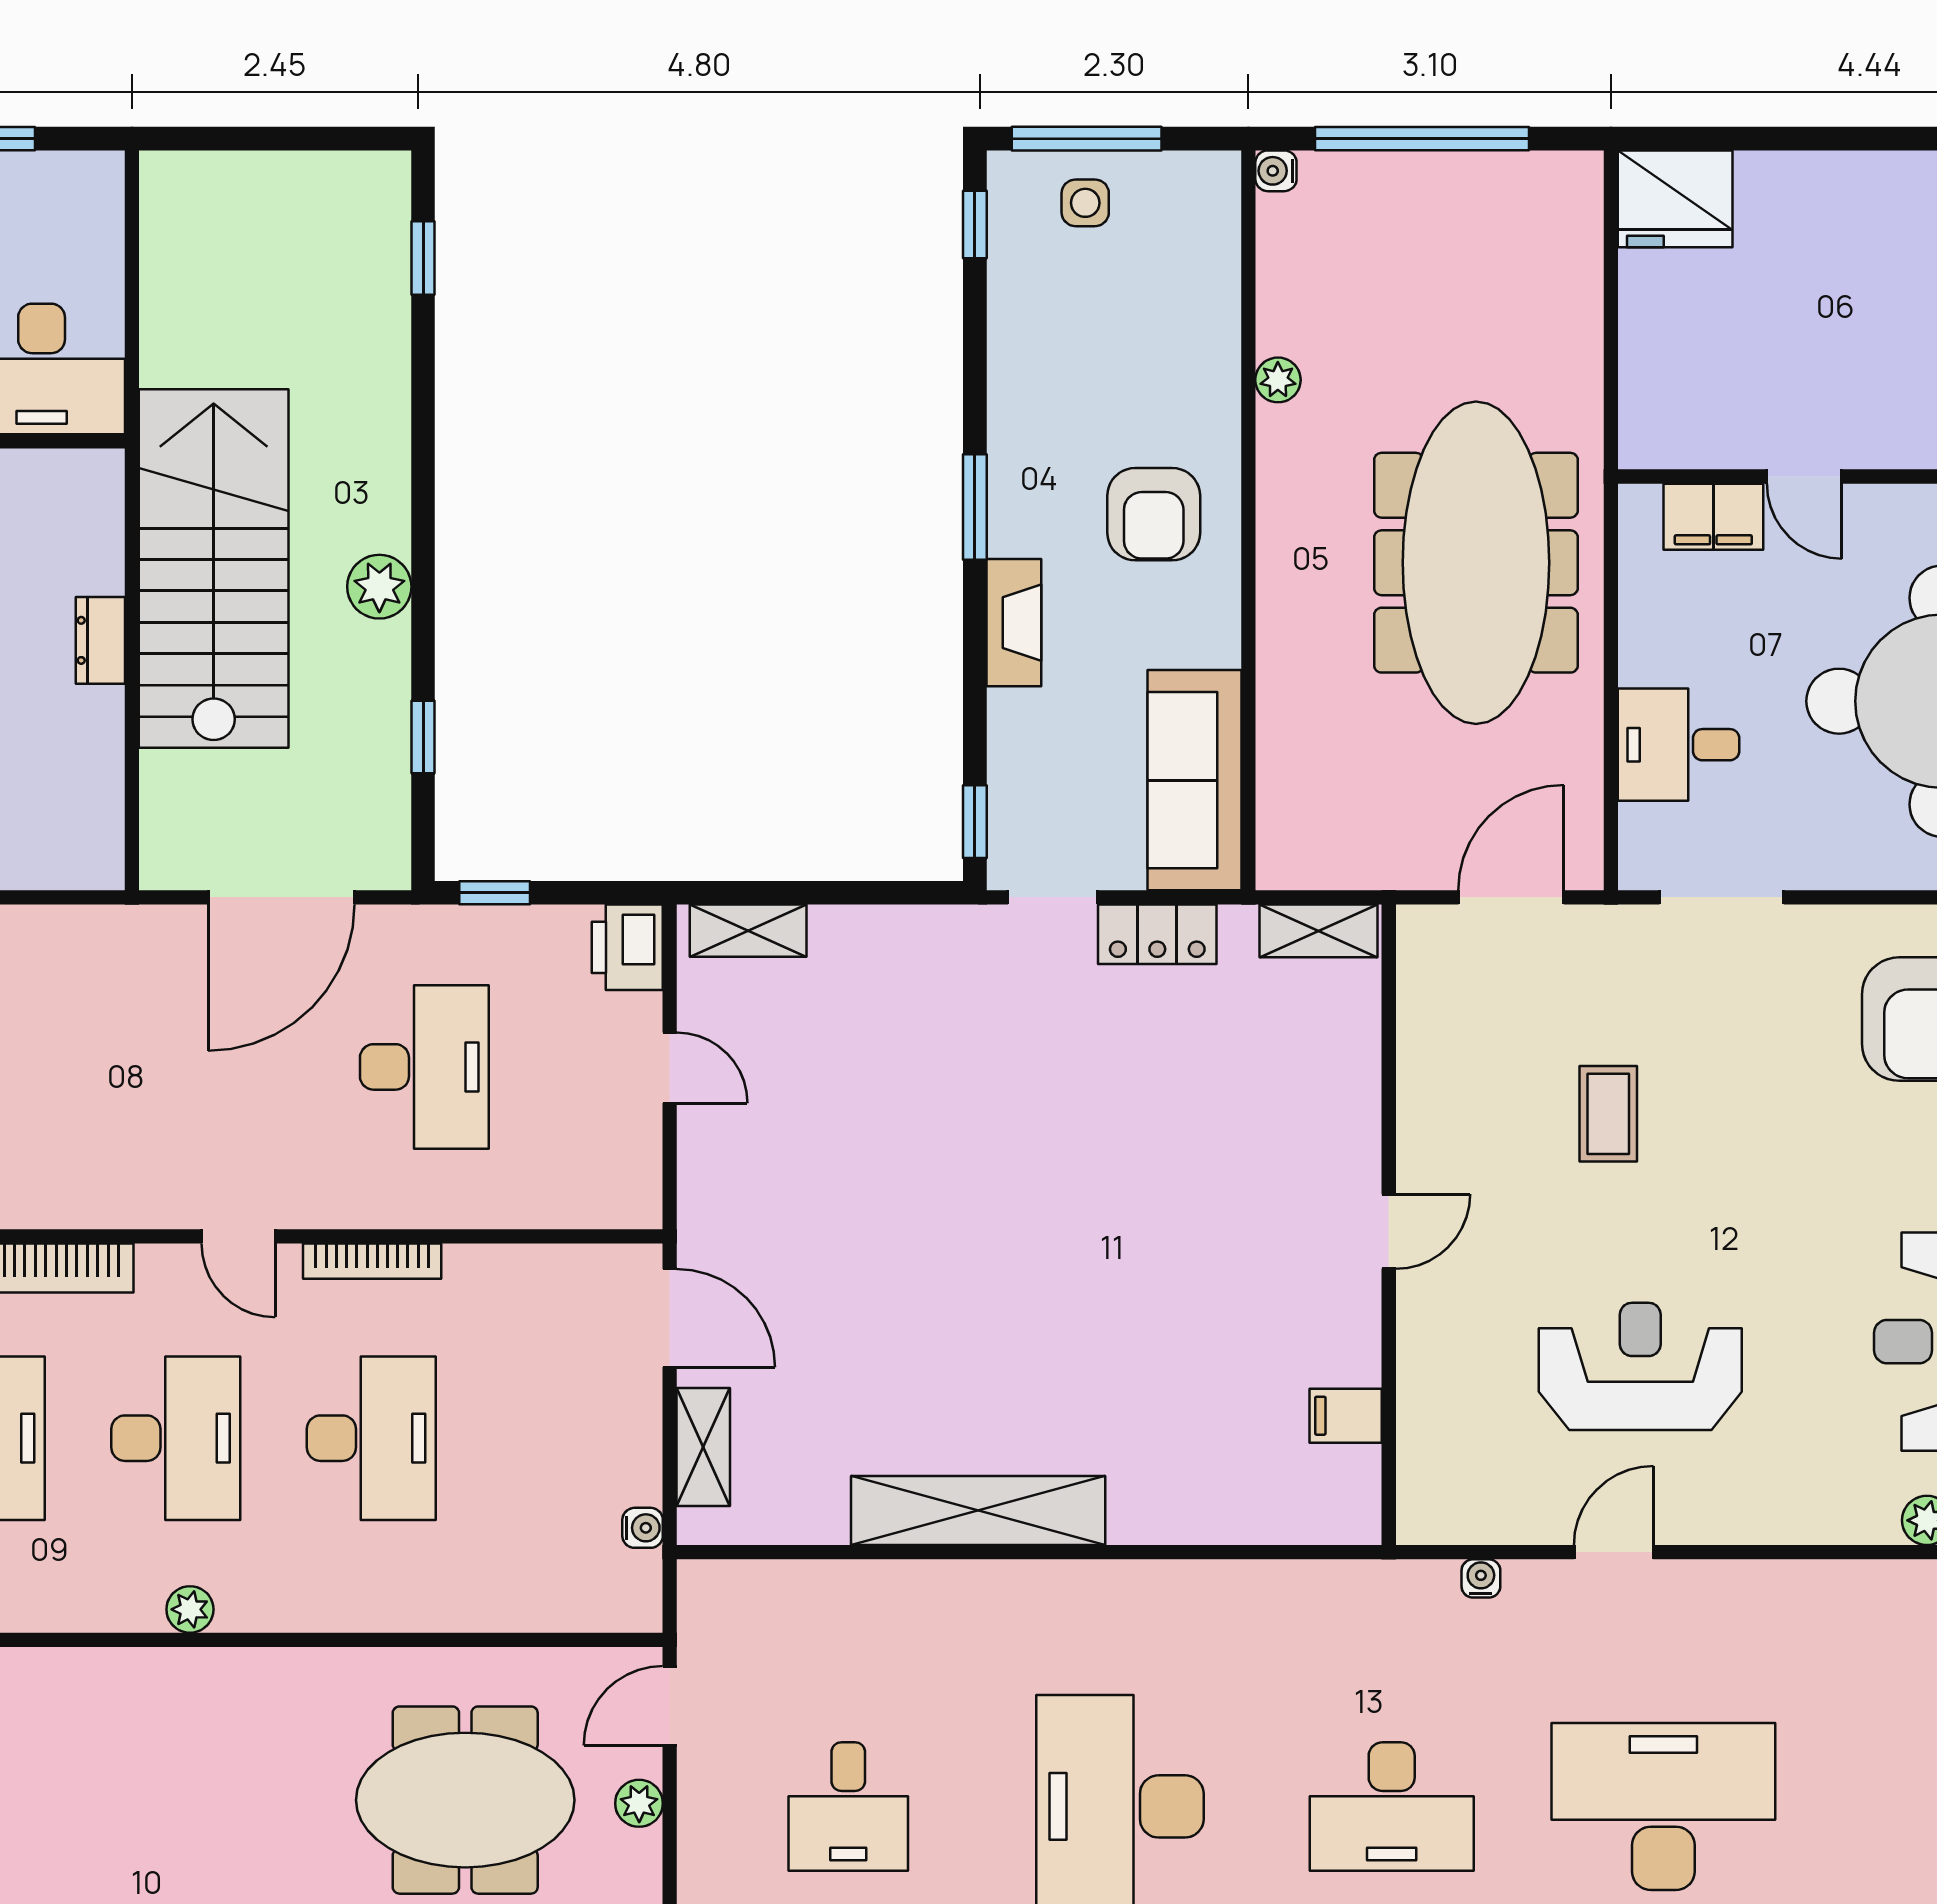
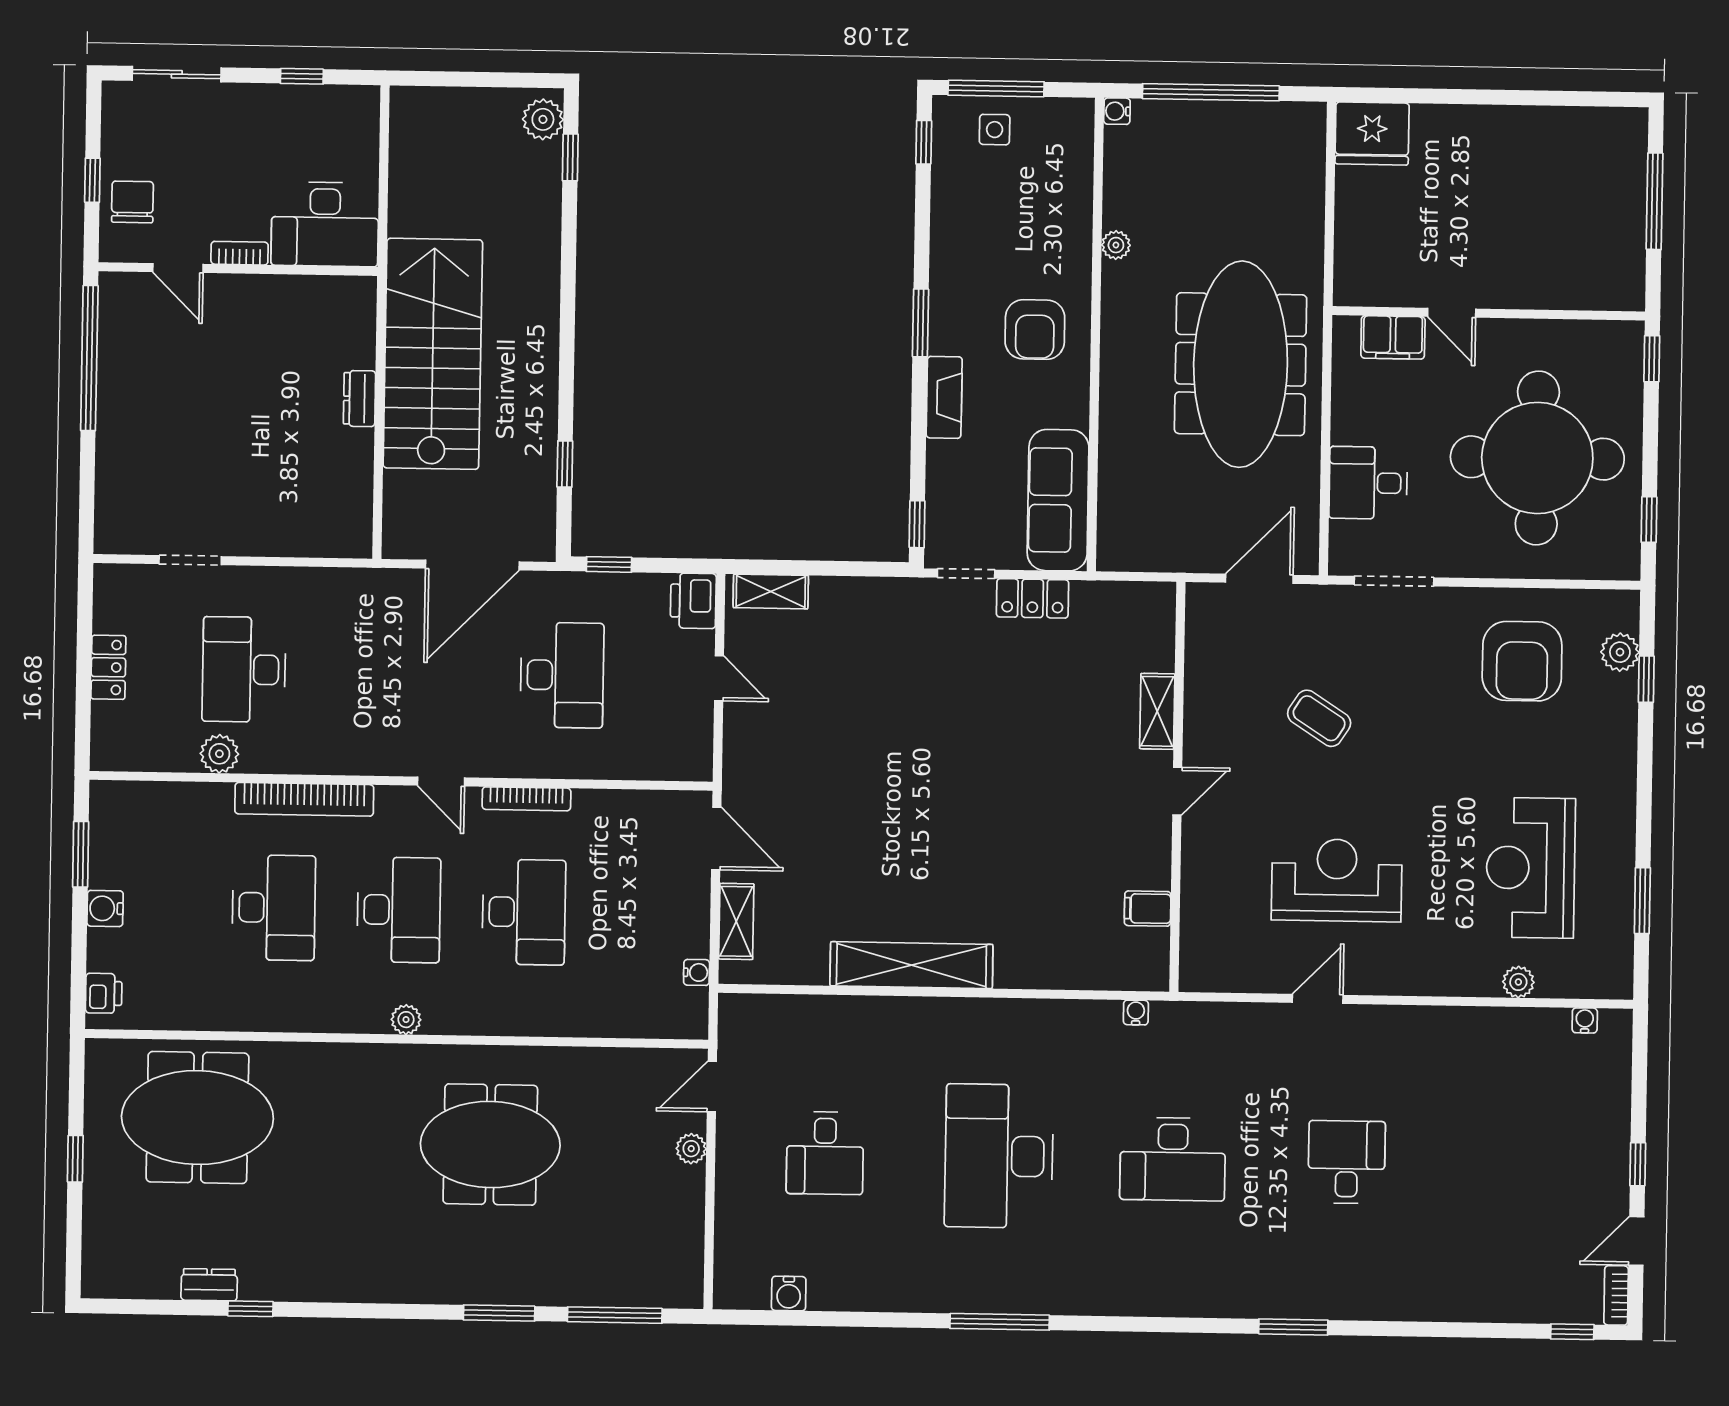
plant: (379, 587) -> (543, 119), moved
shelving: (1319, 931) -> (1157, 711), moved, turned 90
coffee table: (1608, 1114) -> (1319, 718), turned -57
water cooler: (1481, 1578) -> (1136, 1012), moved
meeting table: (465, 1800) -> (490, 1145), moved
desk: (1663, 1806) -> (1347, 1162), width x0.53, depth x0.77

